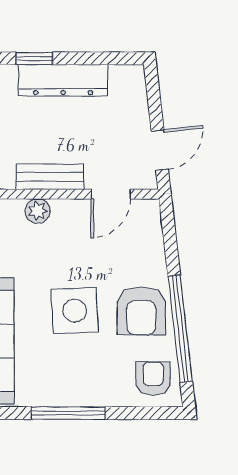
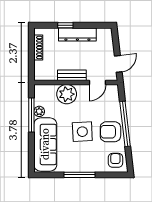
plant: (38, 211) -> (67, 94), width x1.88, depth x1.88
armchair: (141, 311) -> (110, 132), turned 90
window: (180, 329) -> (125, 124), moved

